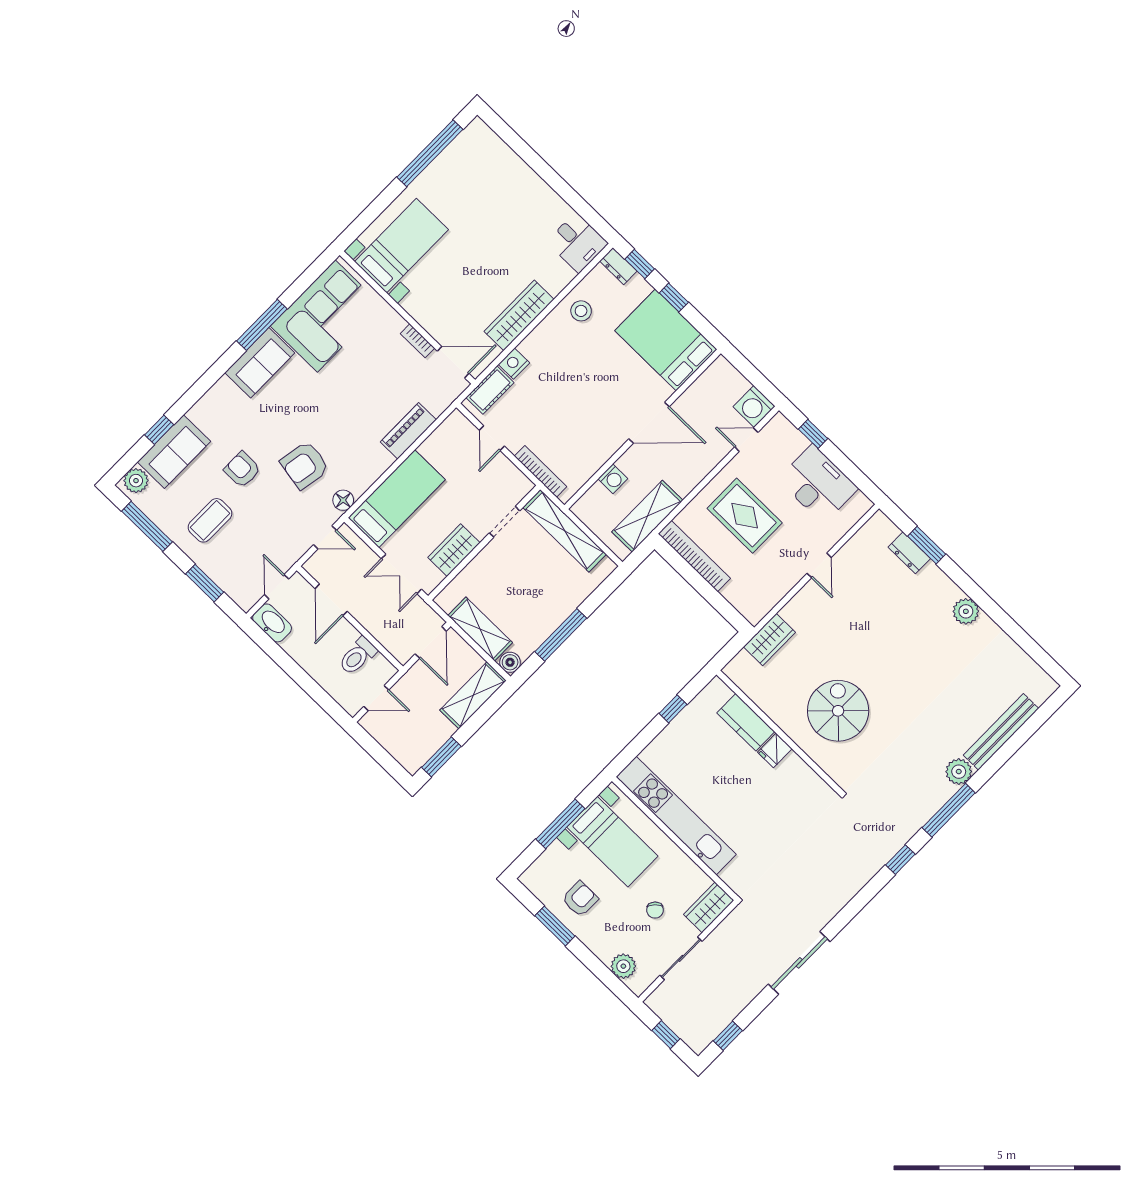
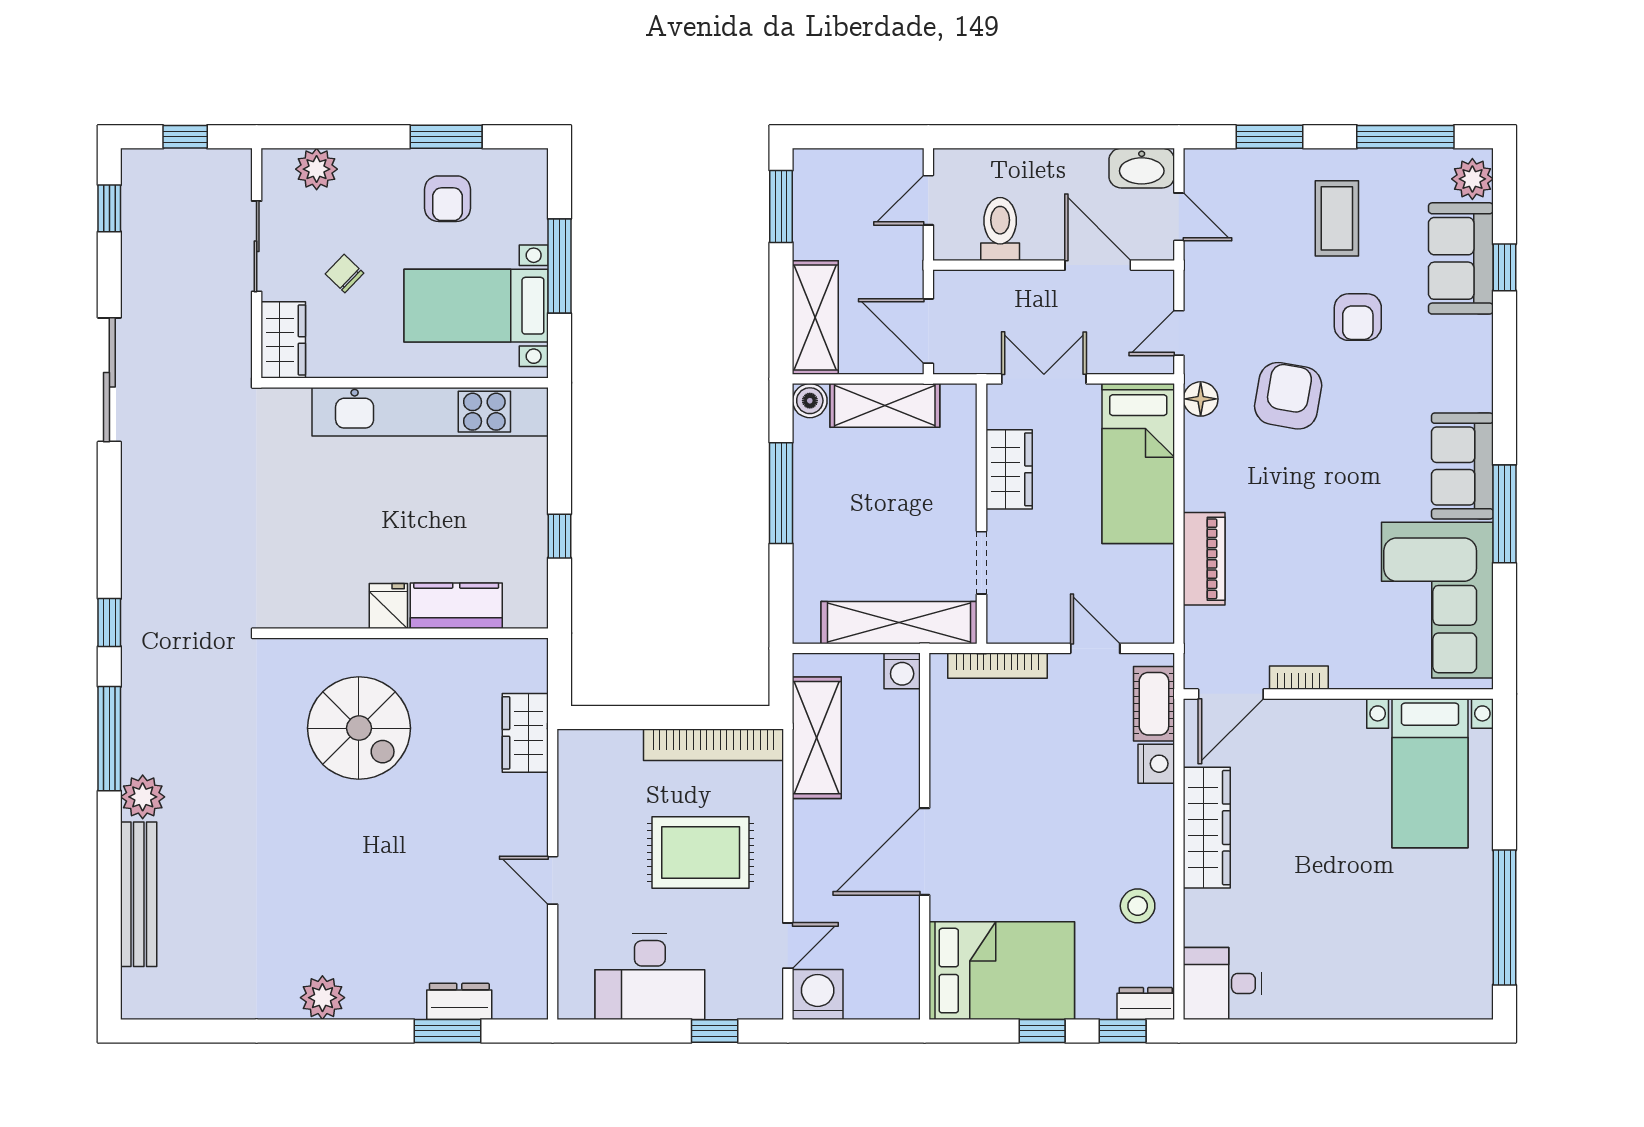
armchair: (242, 470) -> (1358, 317), turned 90
washing machine: (613, 479) -> (902, 671), moved, turned -90

